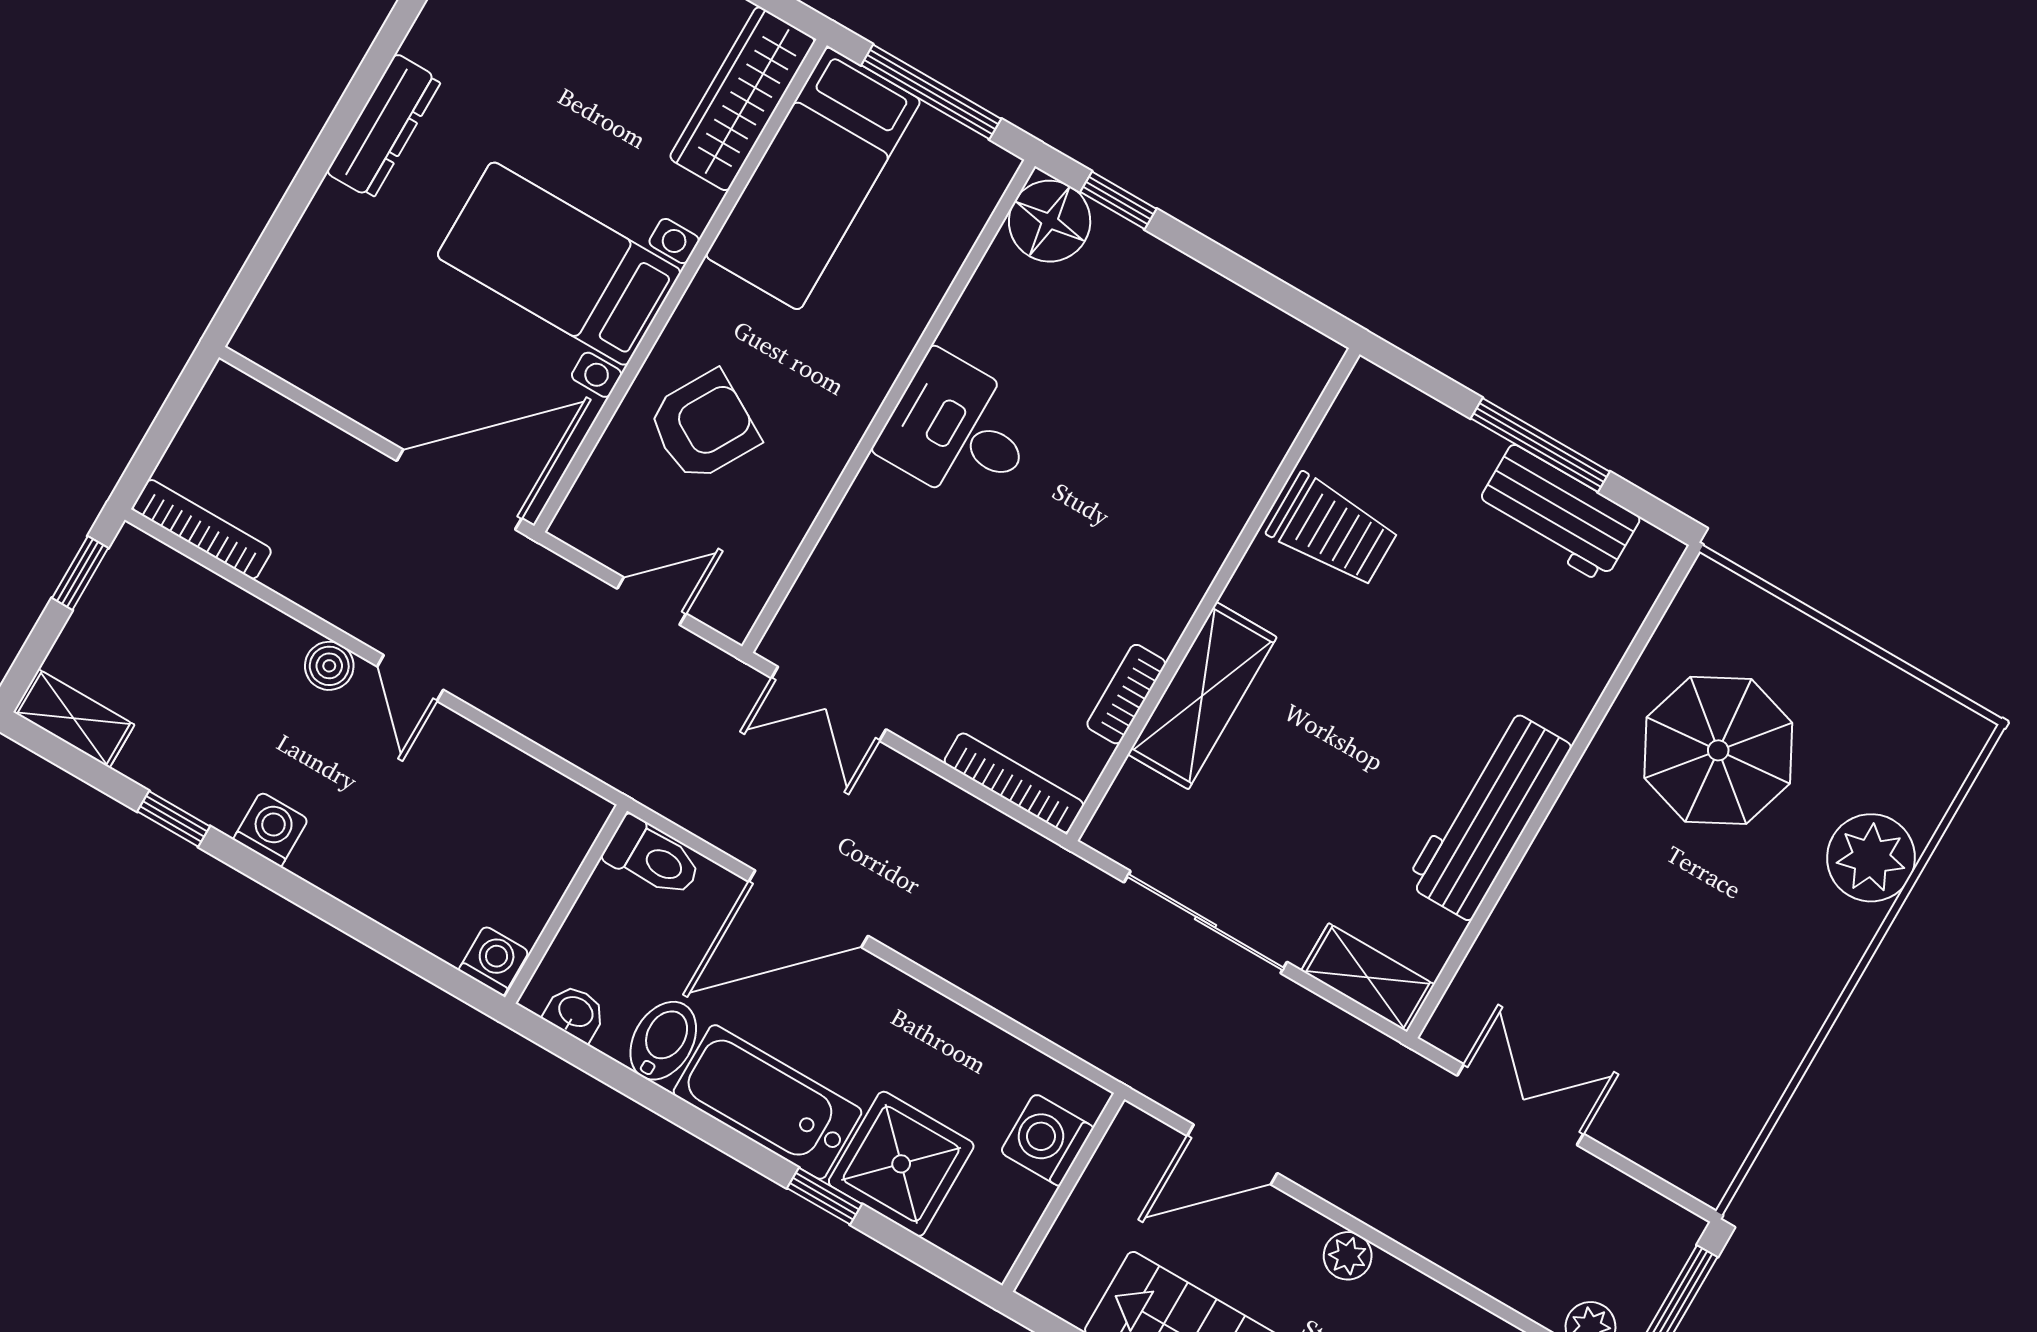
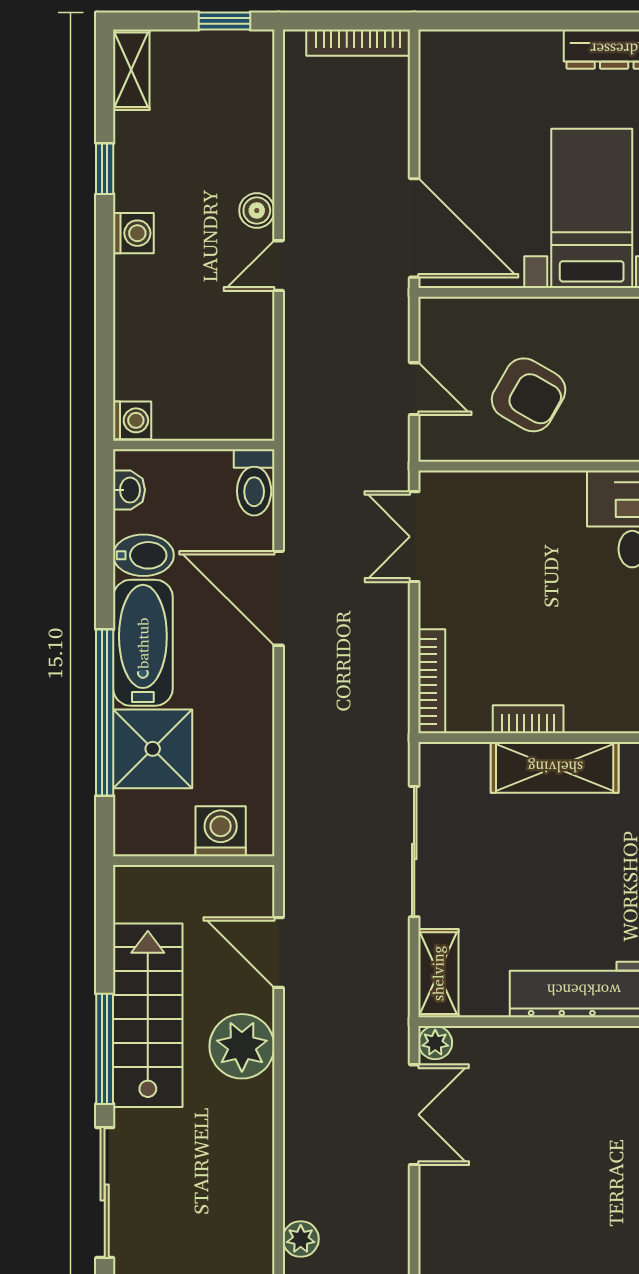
armchair: (703, 426) -> (529, 395), moved
bookcase: (202, 529) -> (358, 43), moved, turned 90
plant: (1449, 1030) -> (435, 1043), added
window: (824, 1196) -> (105, 713), width x3.17
plant: (1348, 1256) -> (242, 1046), width x1.88, depth x1.88

